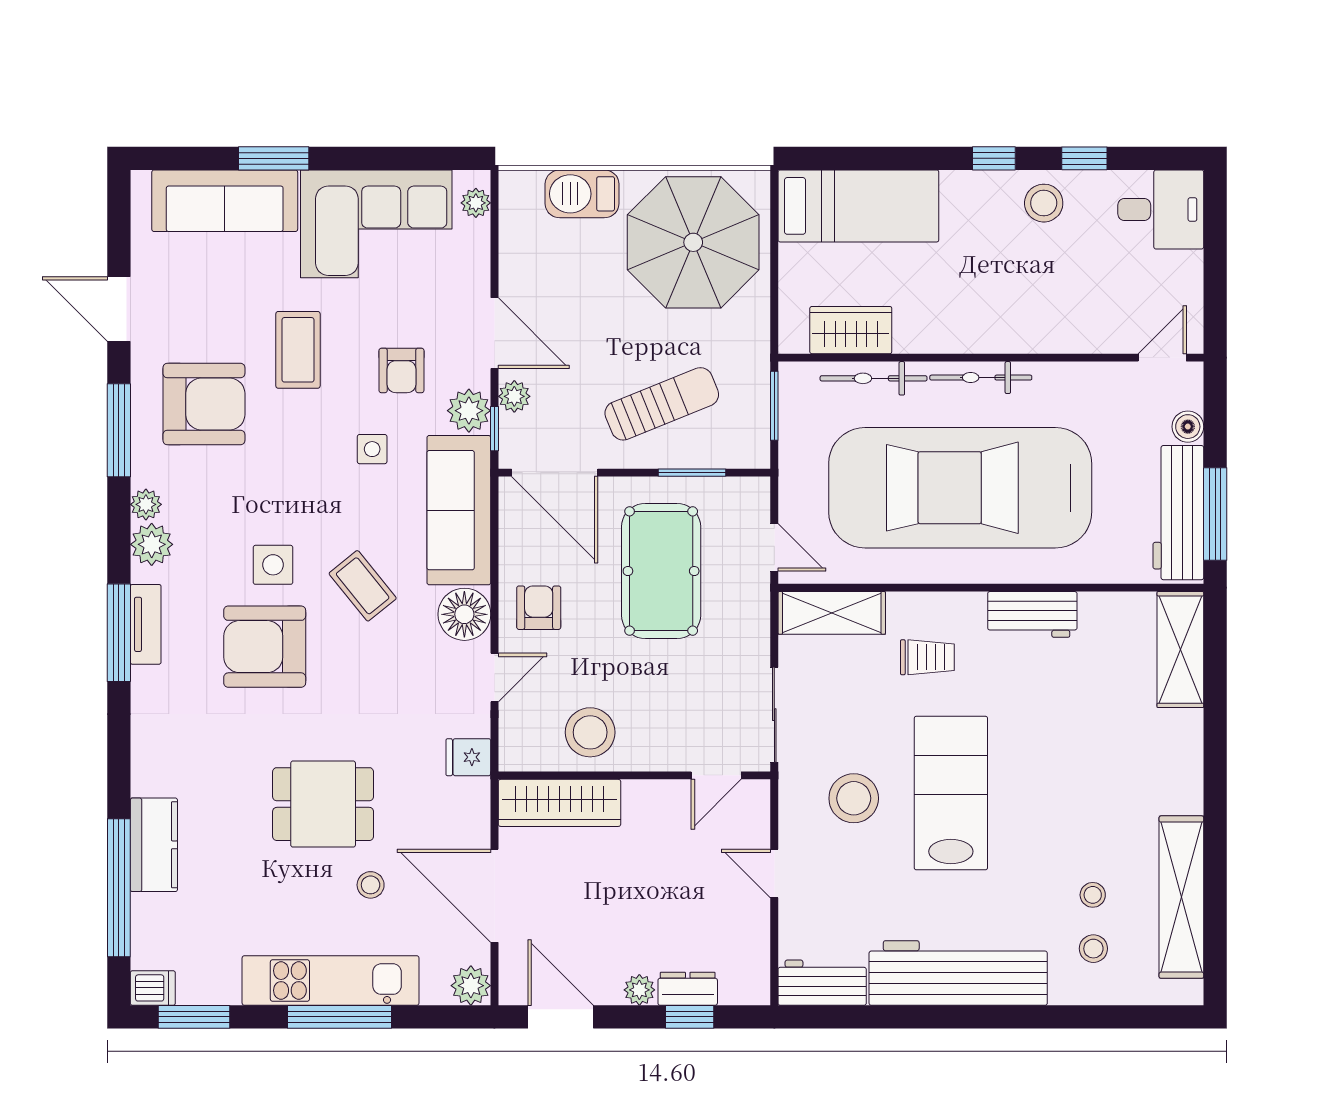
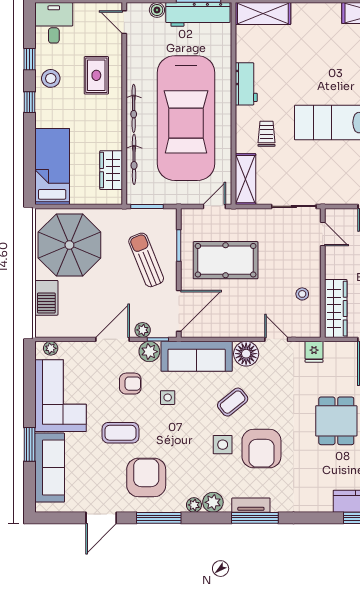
rug: (1050, 299) -> (96, 75), added
armchair: (539, 608) -> (243, 318), removed
stool: (590, 732) -> (302, 294), width x0.53, depth x0.53
stool: (854, 798) -> (334, 169), removed

